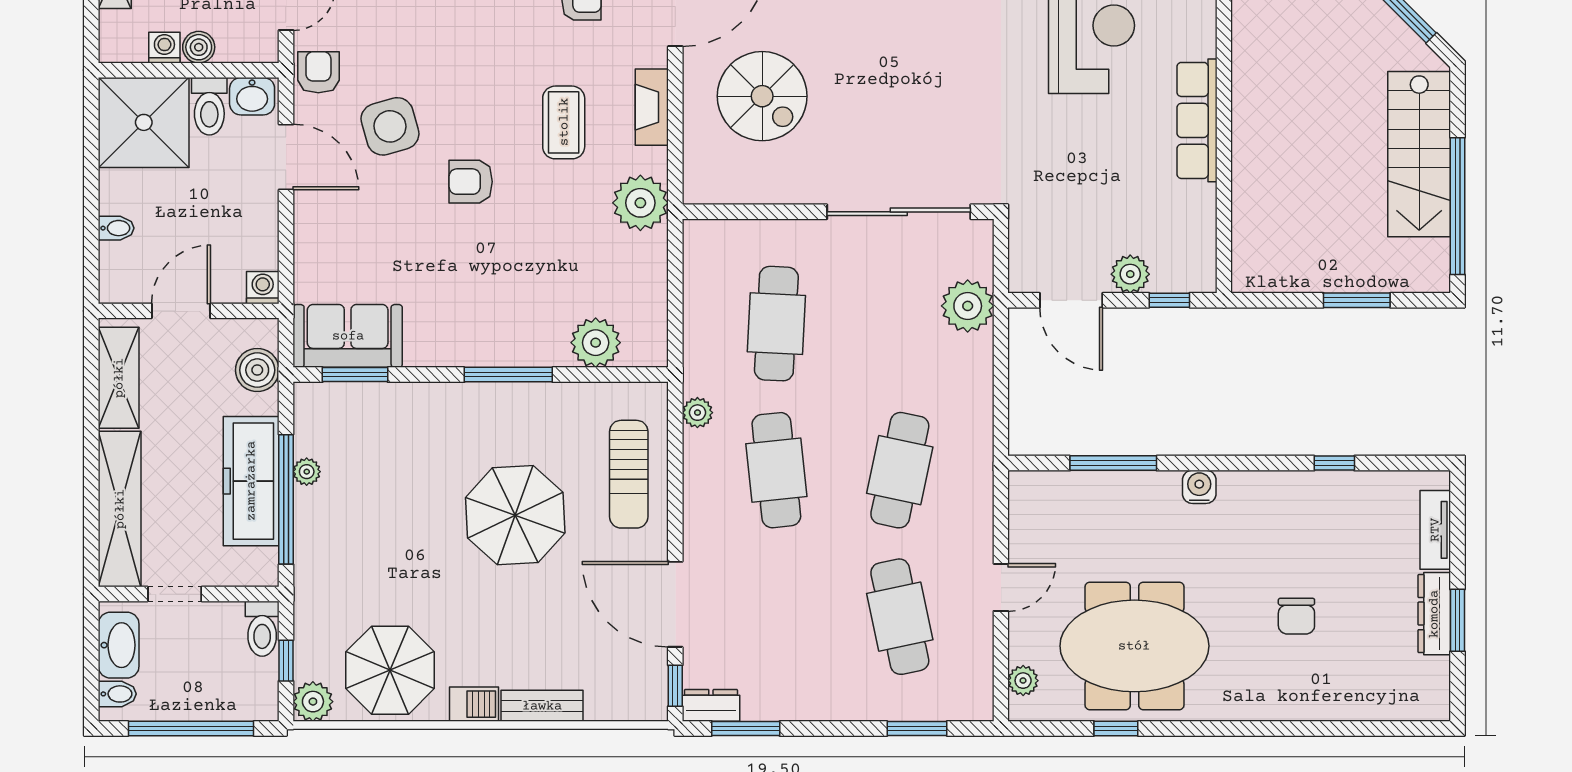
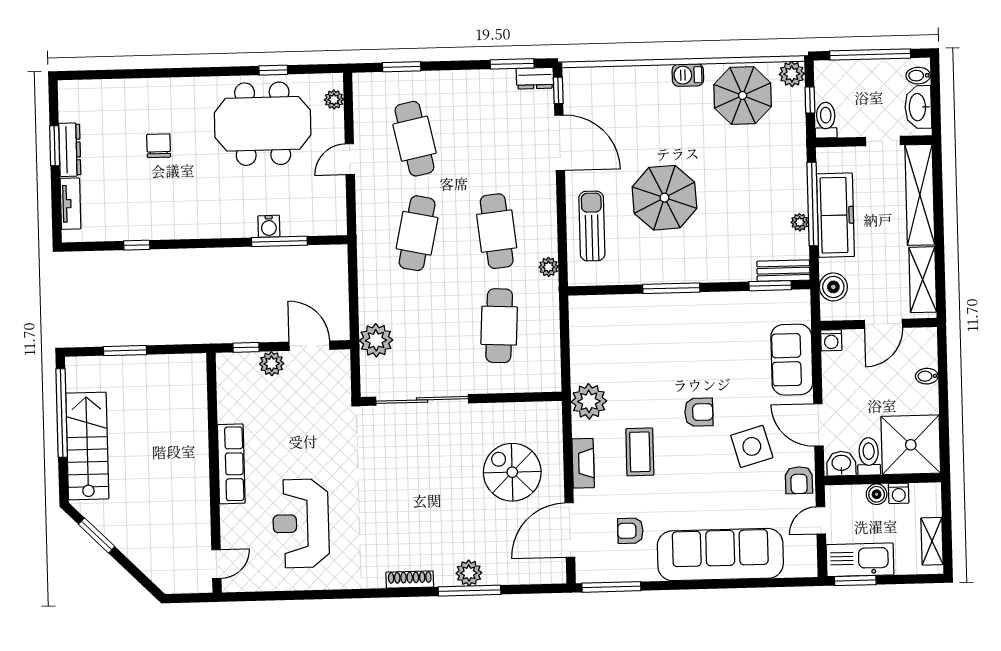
sofa: (348, 336) -> (792, 360), moved, turned 90
plant: (596, 343) -> (615, 310), removed
water cooler: (1199, 487) -> (269, 226), moved
bench: (542, 706) -> (783, 271), moved

